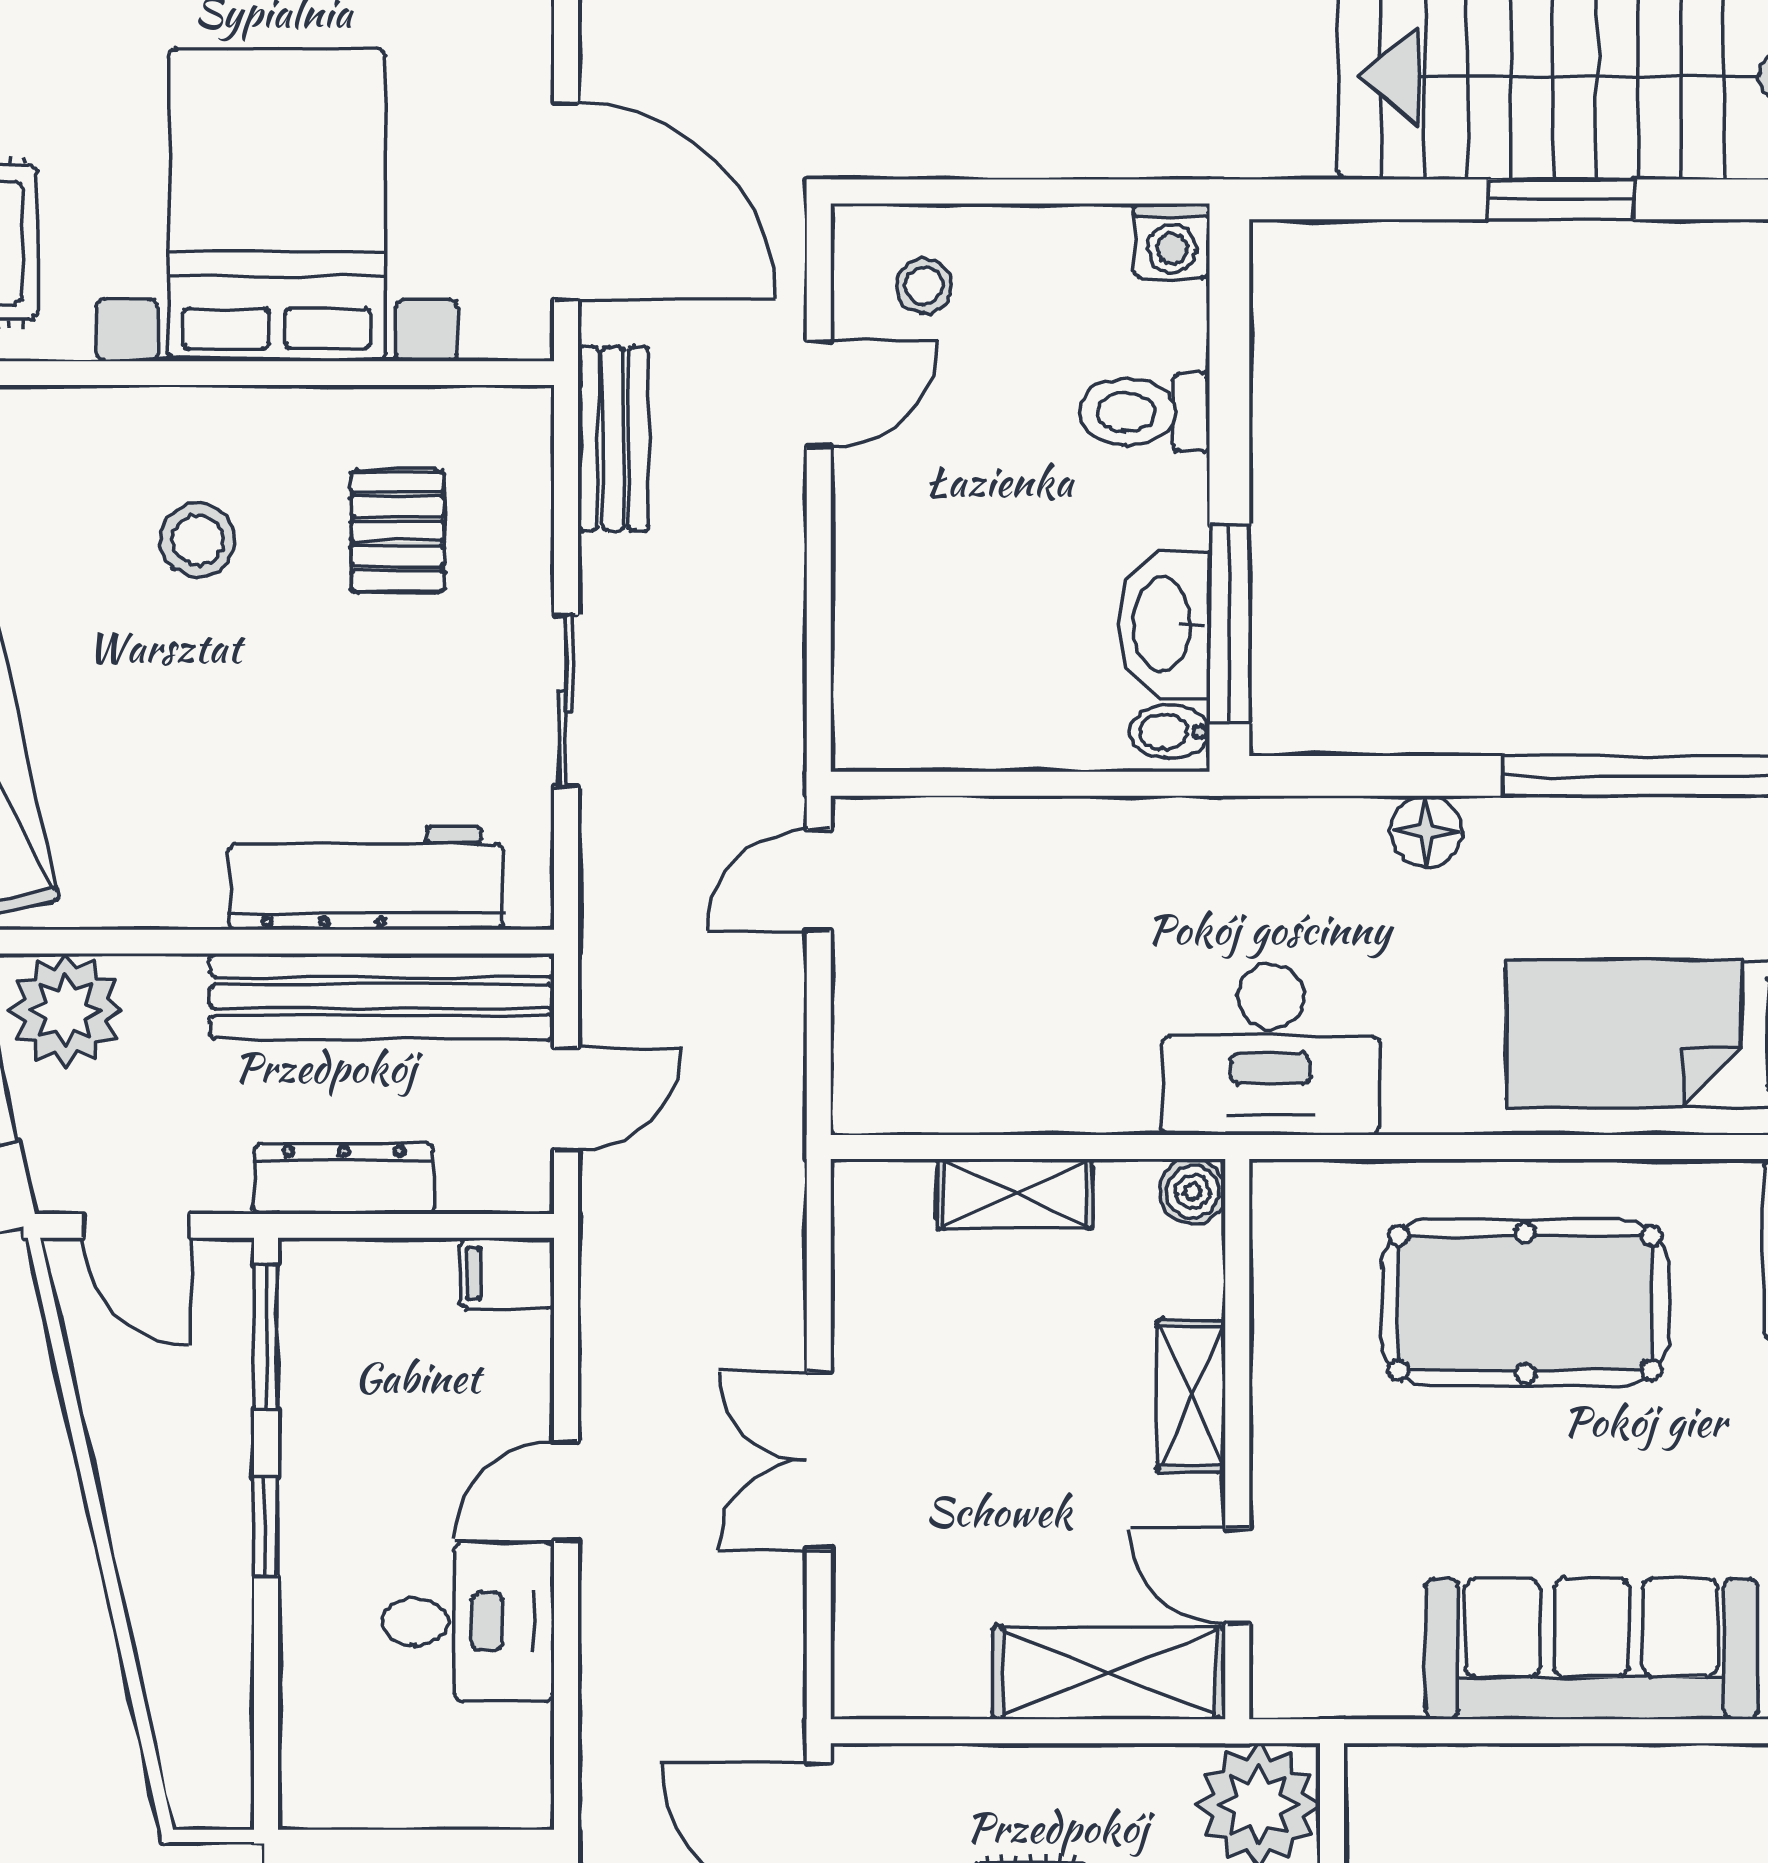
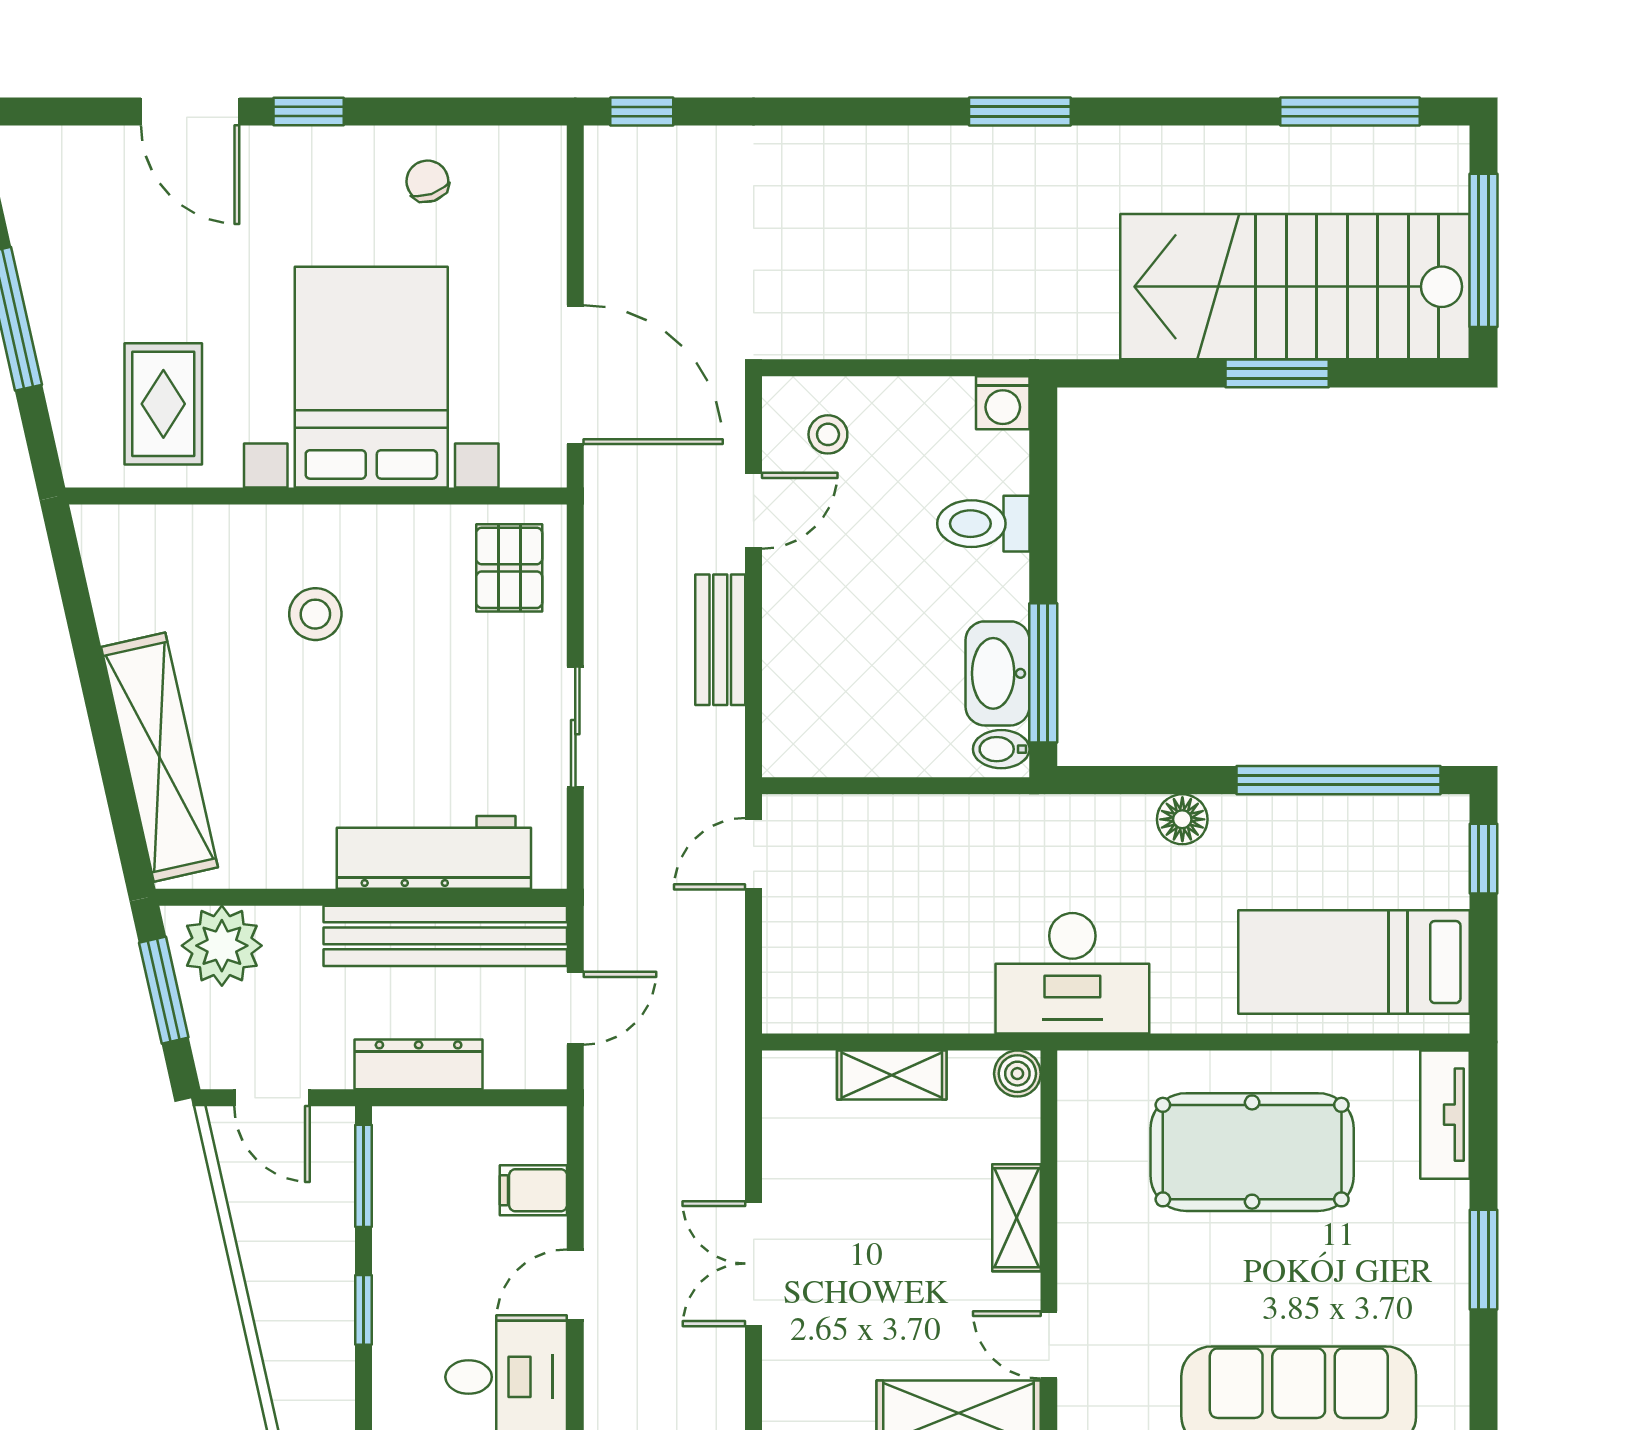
bench: (613, 438) -> (720, 640), moved
pallet: (397, 531) -> (509, 568), moved
filing cabinet: (507, 1273) -> (533, 1190), moved

